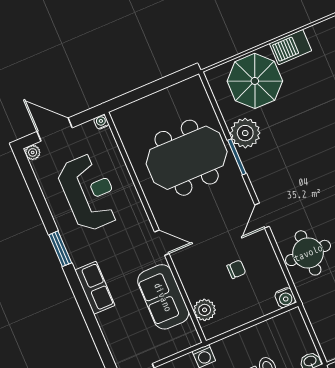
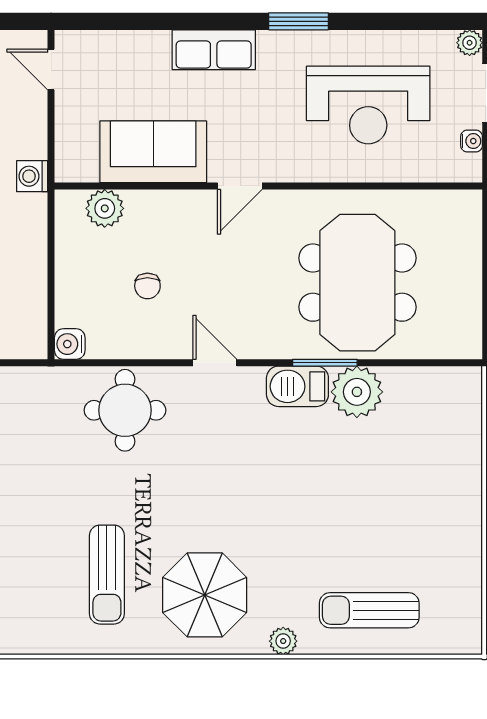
barbecue: (291, 47) -> (297, 386), moved, turned -90
parasol: (255, 81) -> (433, 442), removed
water cooler: (101, 122) -> (472, 141), moved

